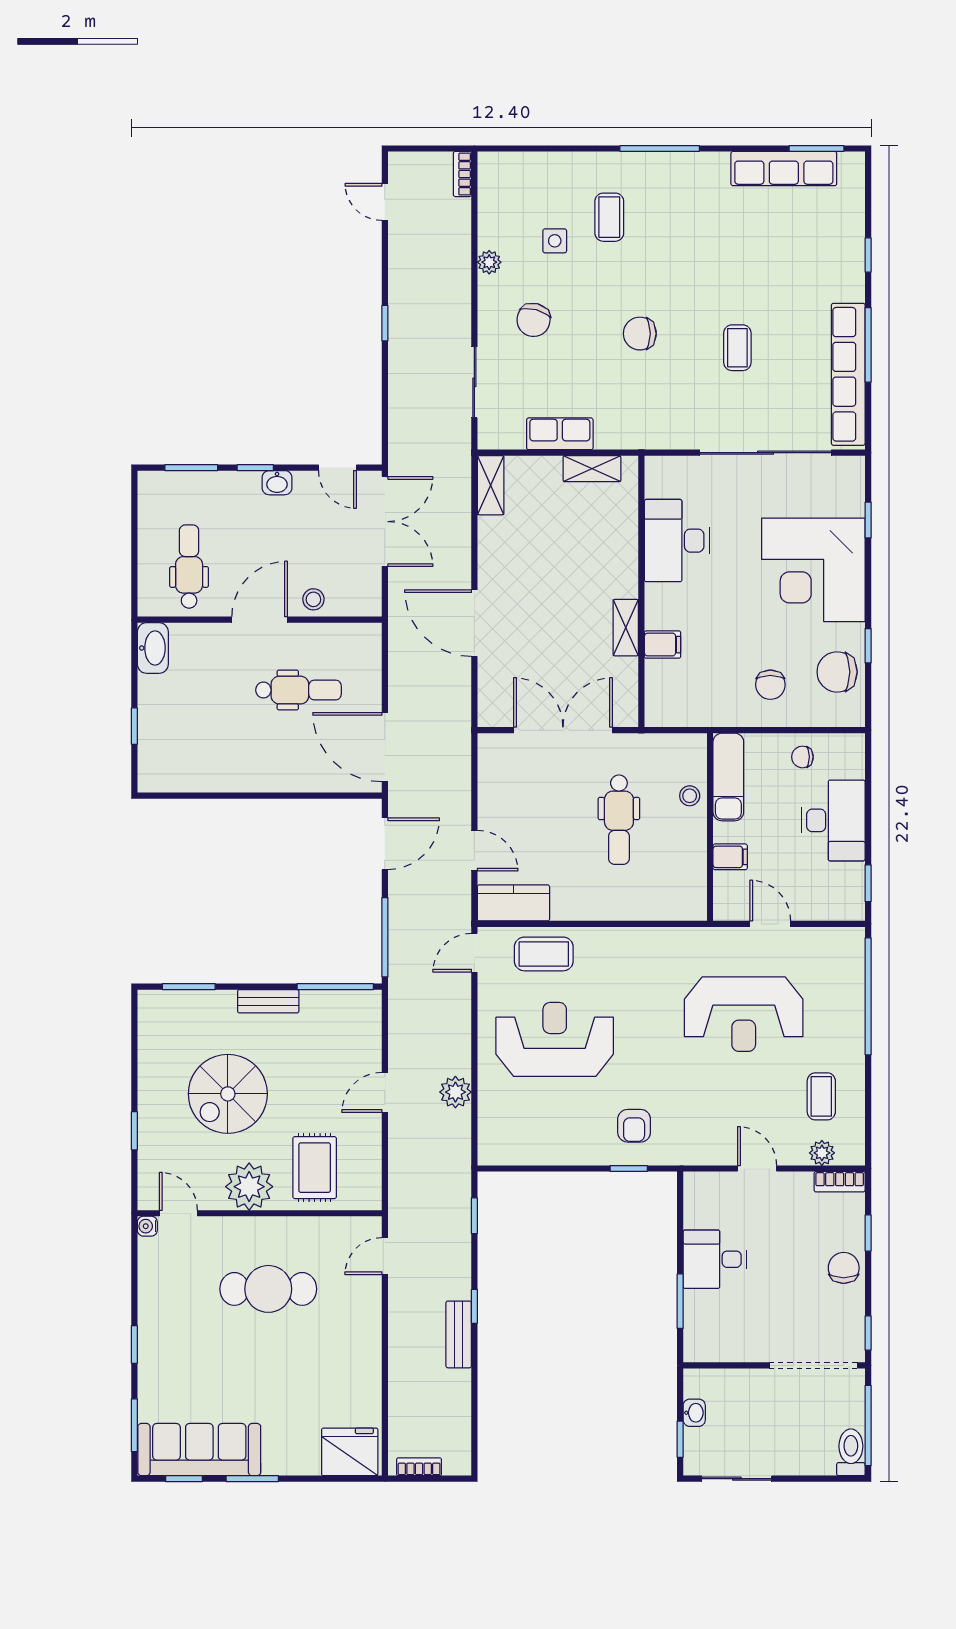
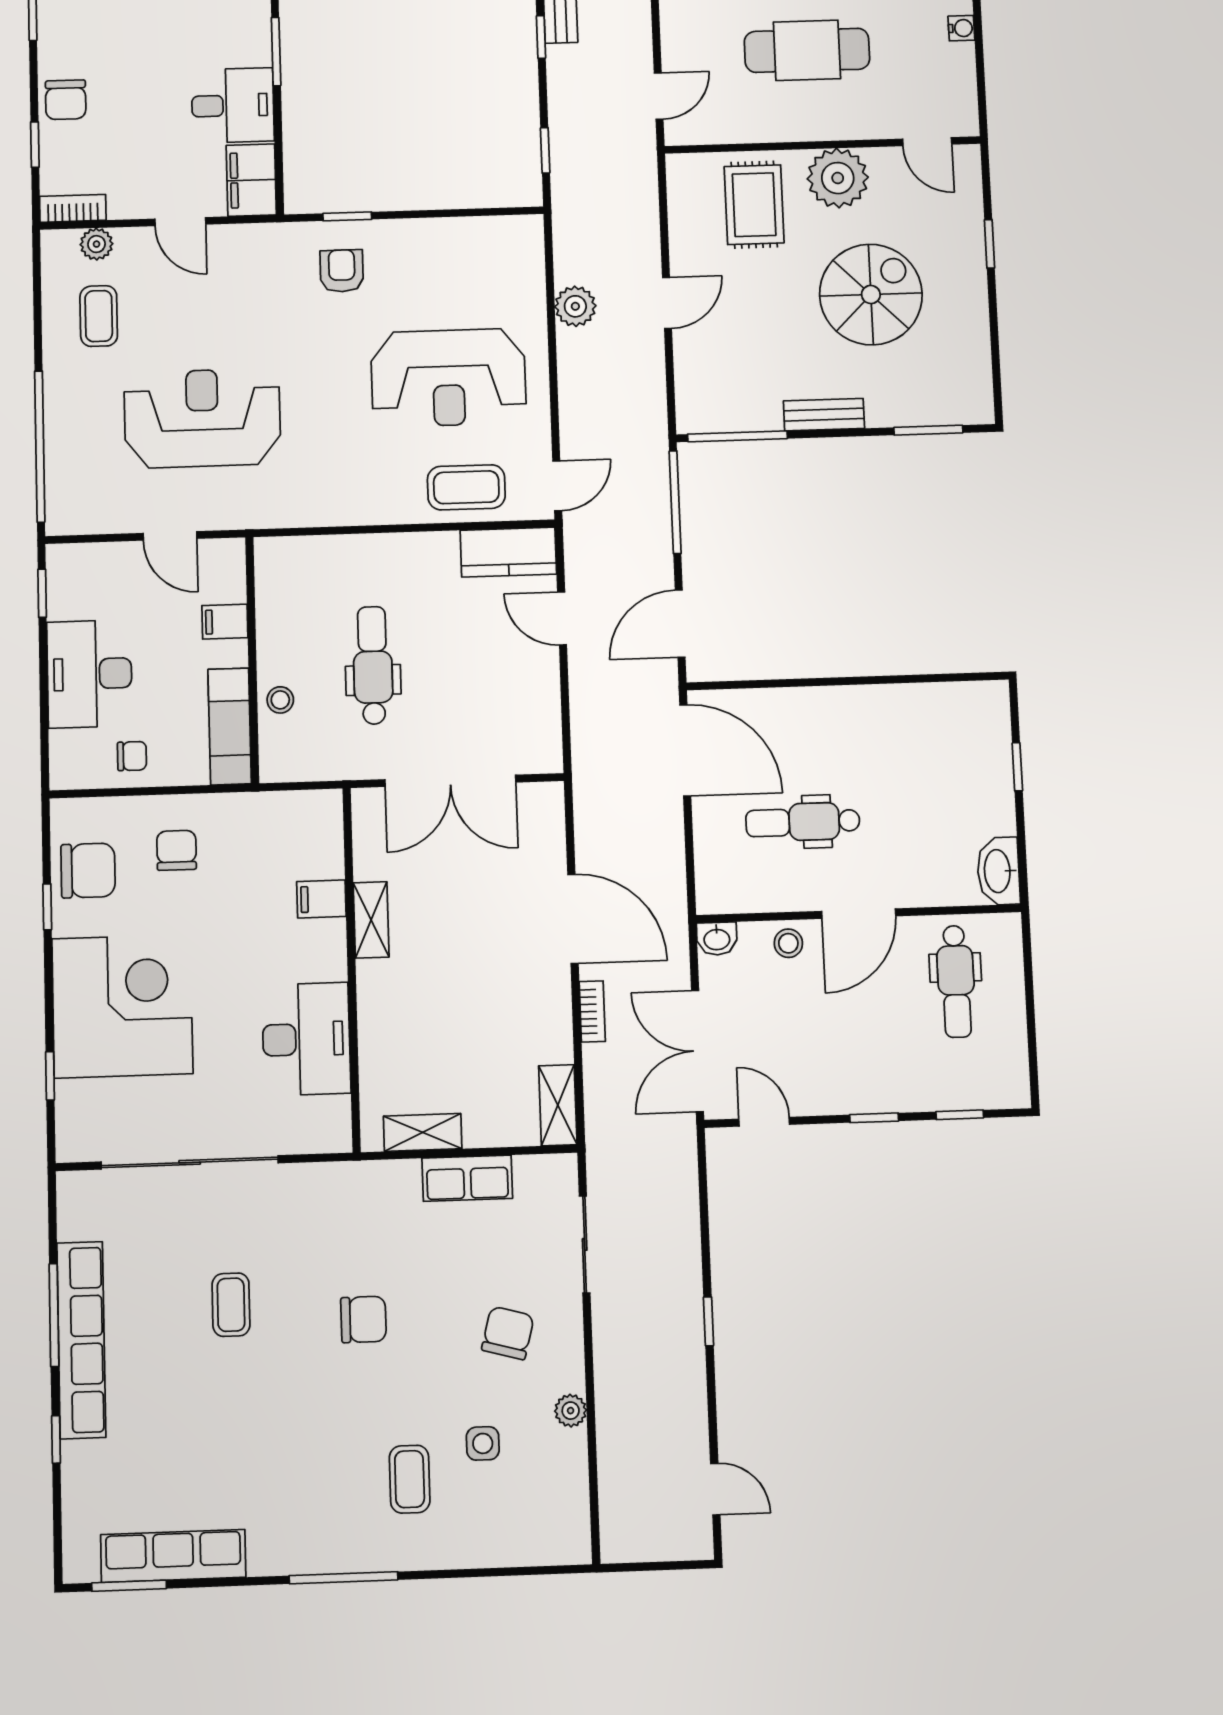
bookcase: (462, 174) -> (592, 1011), moved
row of seats: (848, 374) -> (81, 1340), moved
window: (191, 468) -> (960, 1115), width x0.67
washbasin: (277, 483) -> (717, 939), moved, turned 180
filing cabinet: (702, 1200) -> (251, 180), added
water cooler: (147, 1226) -> (961, 28), moved

